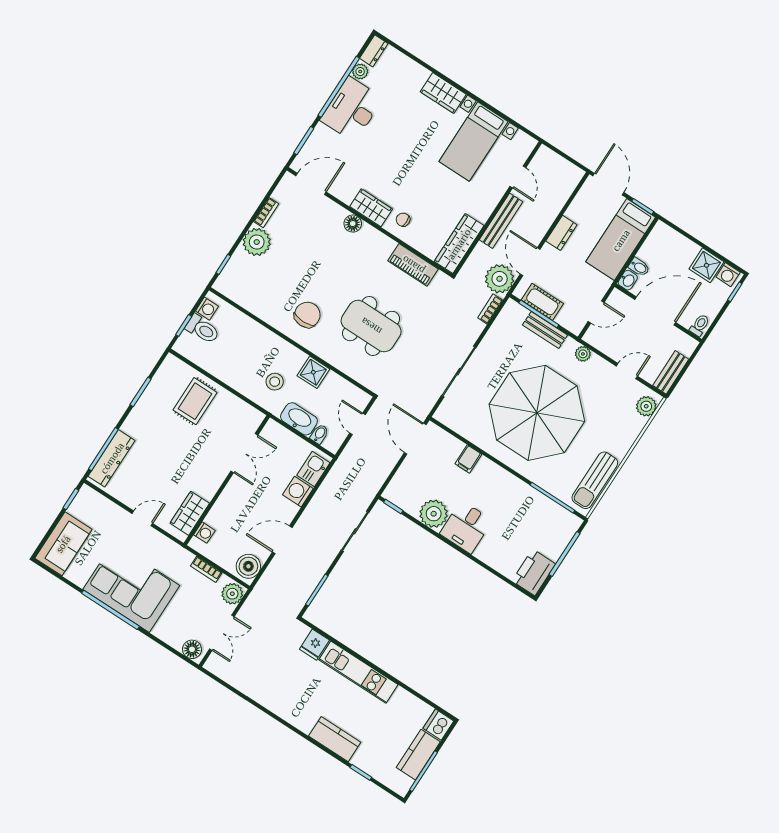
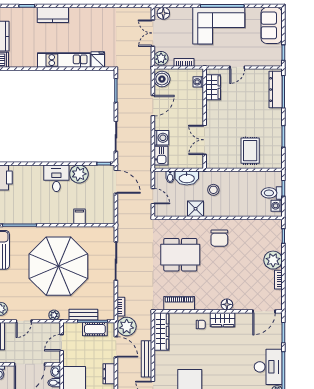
door: (415, 439) -> (116, 182), moved

